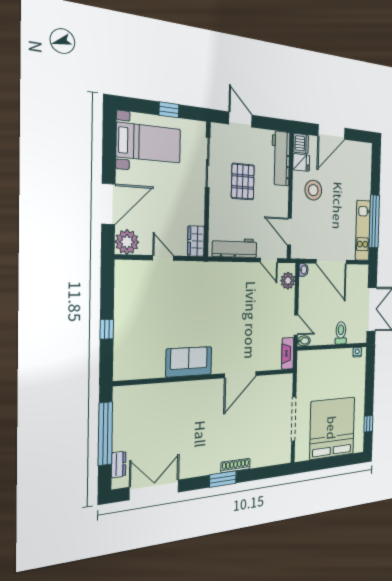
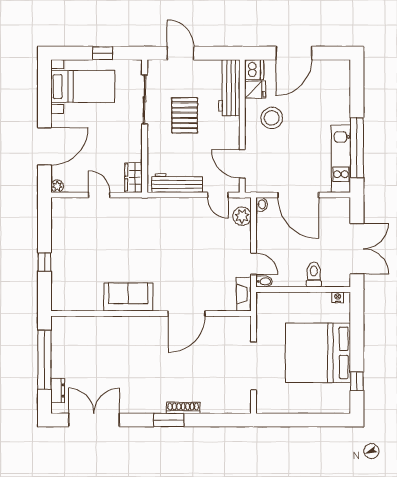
plant: (127, 242) -> (57, 186), width x0.53, depth x0.53
bed: (332, 428) -> (318, 353), moved, turned -90

